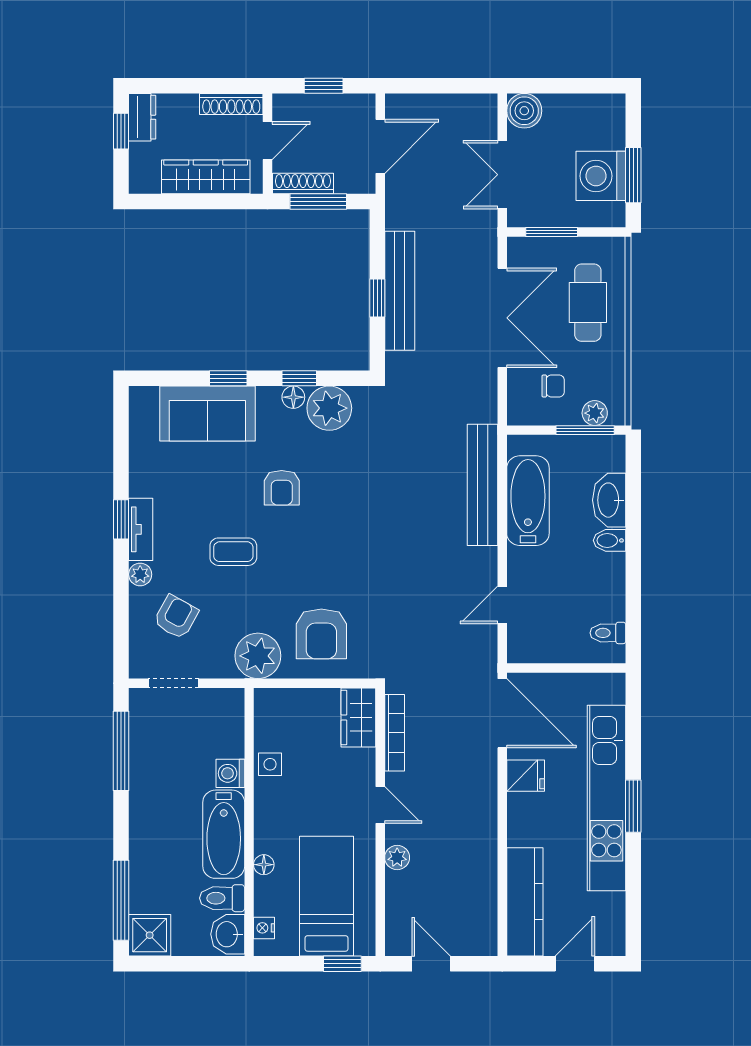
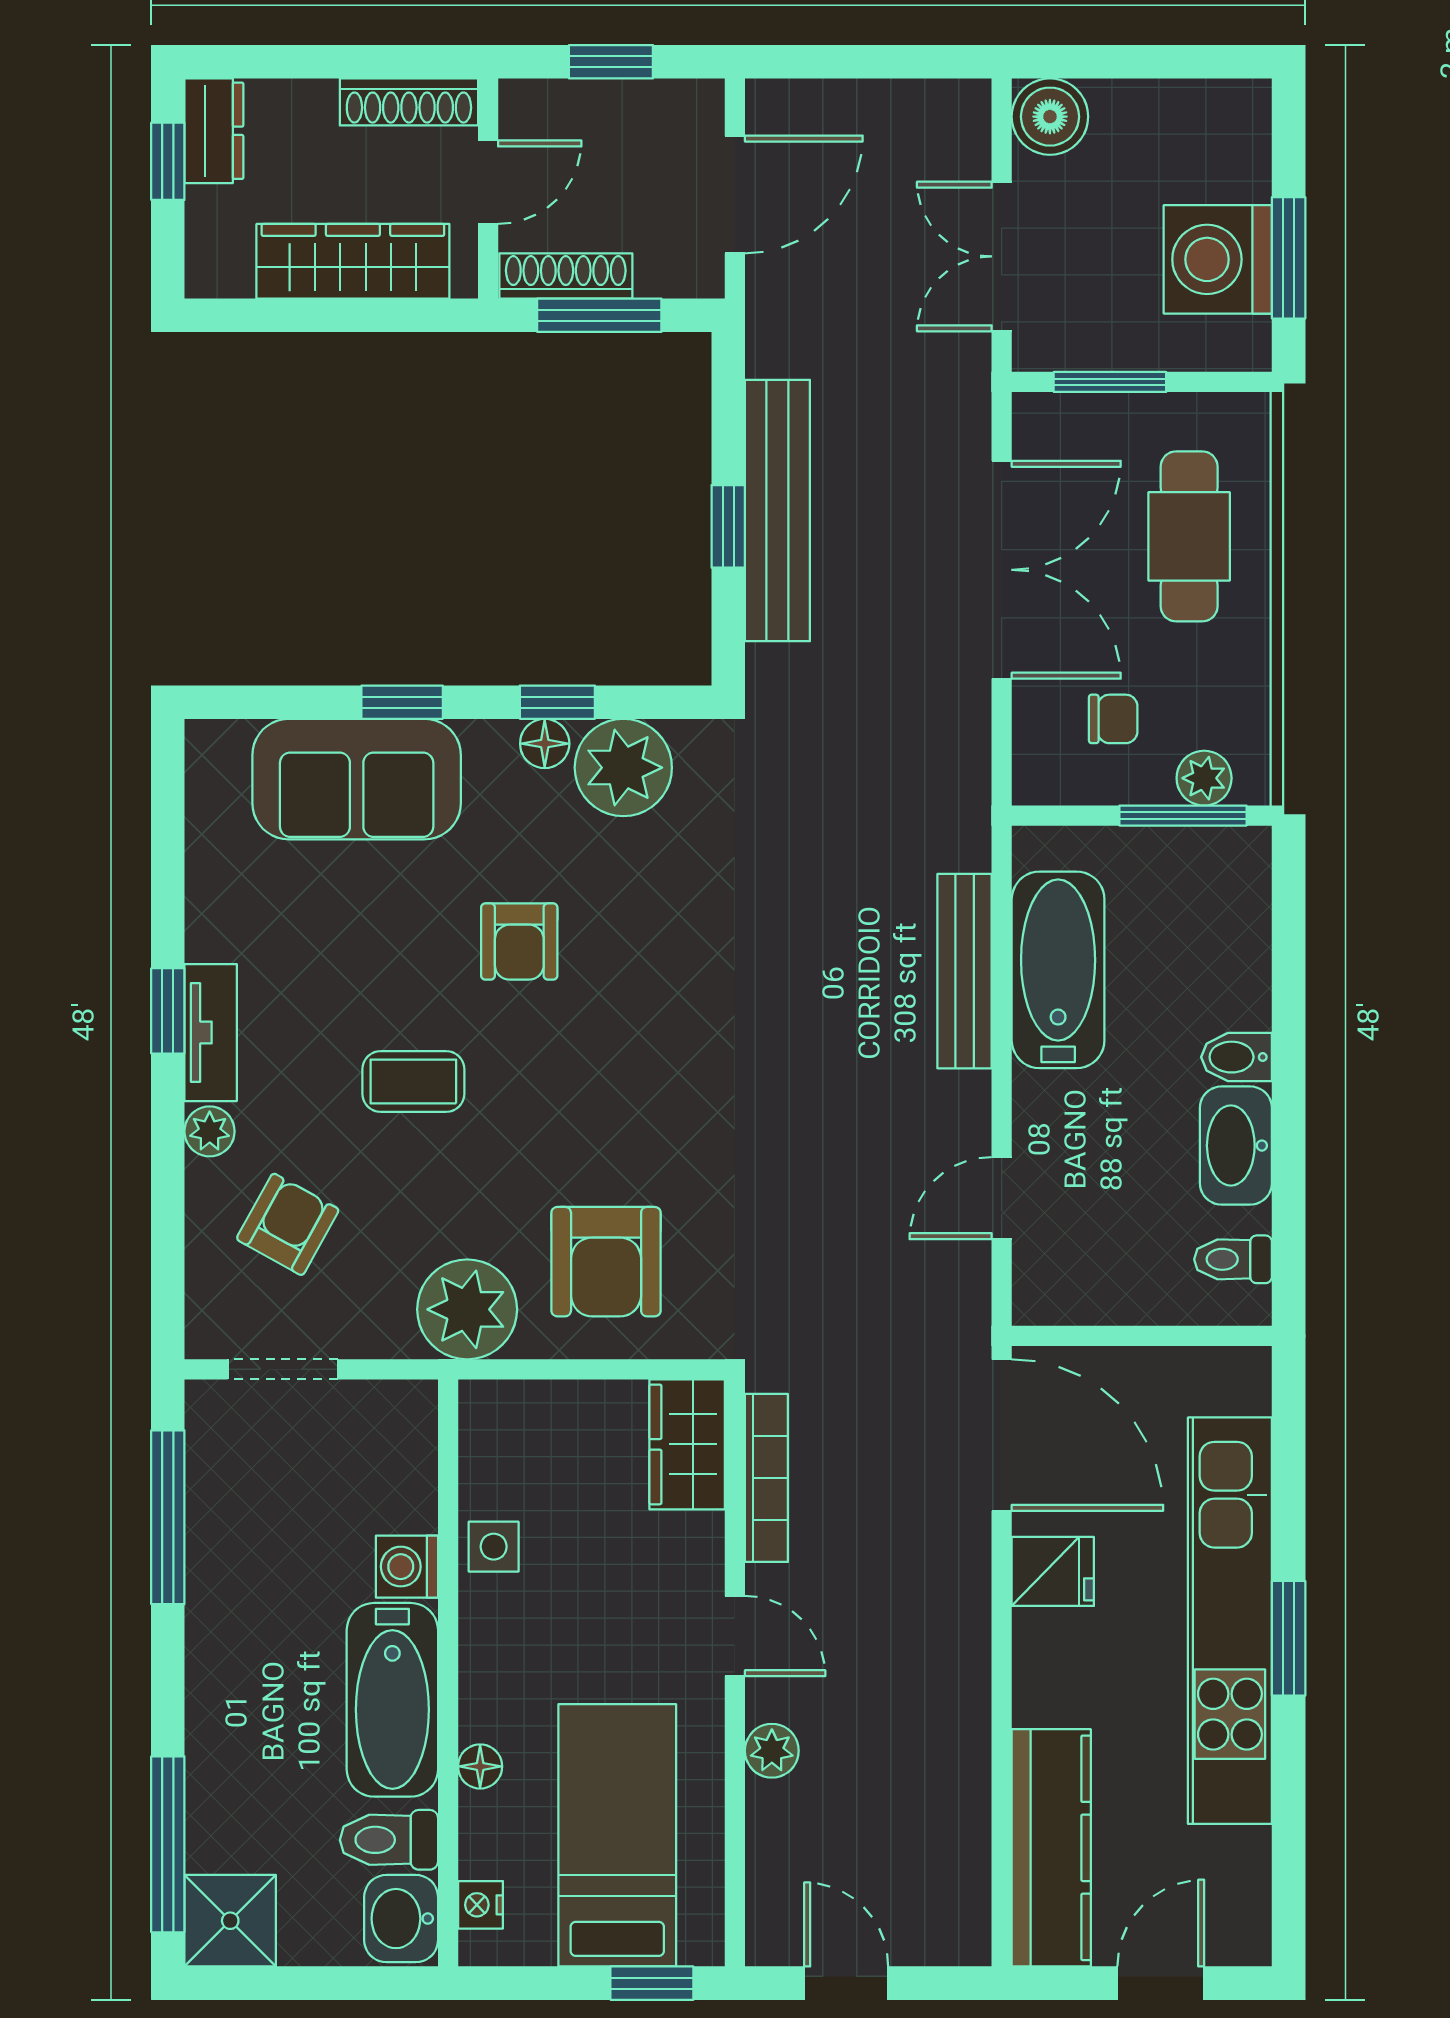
bench: (483, 485) -> (965, 971), width x0.73, depth x0.82
washbasin: (609, 500) -> (1236, 1146), moved

